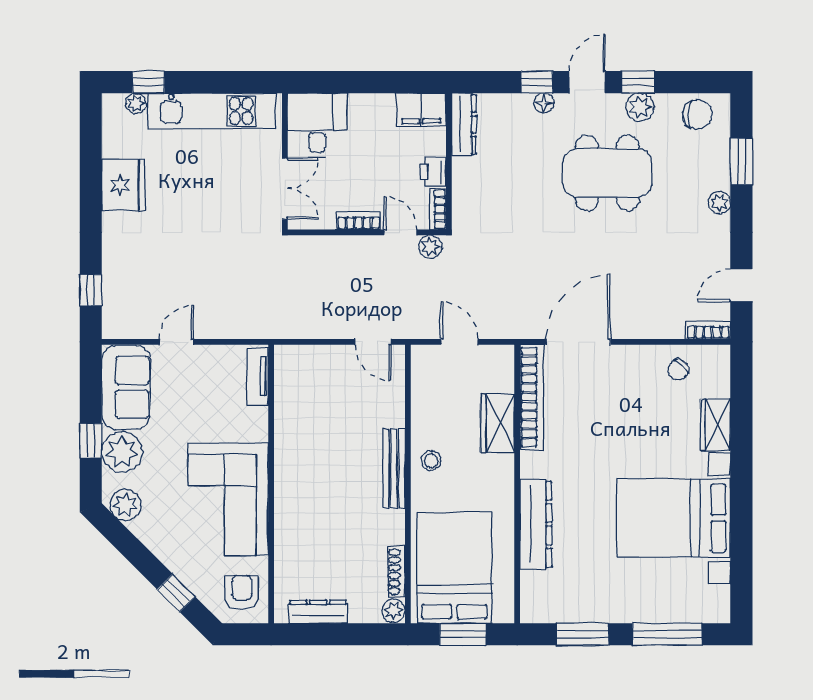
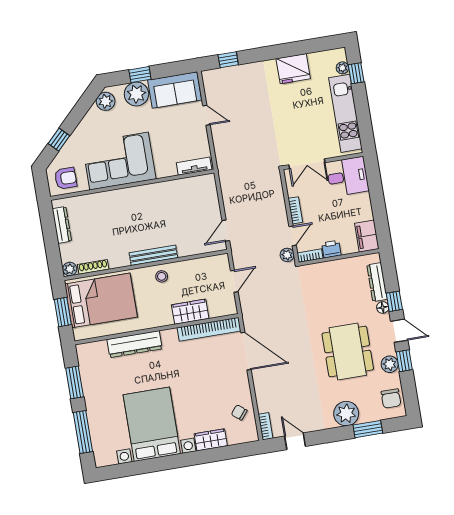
dresser: (464, 124) -> (377, 282), moved, turned 90
plant: (719, 203) -> (346, 414), width x1.87, depth x1.87

